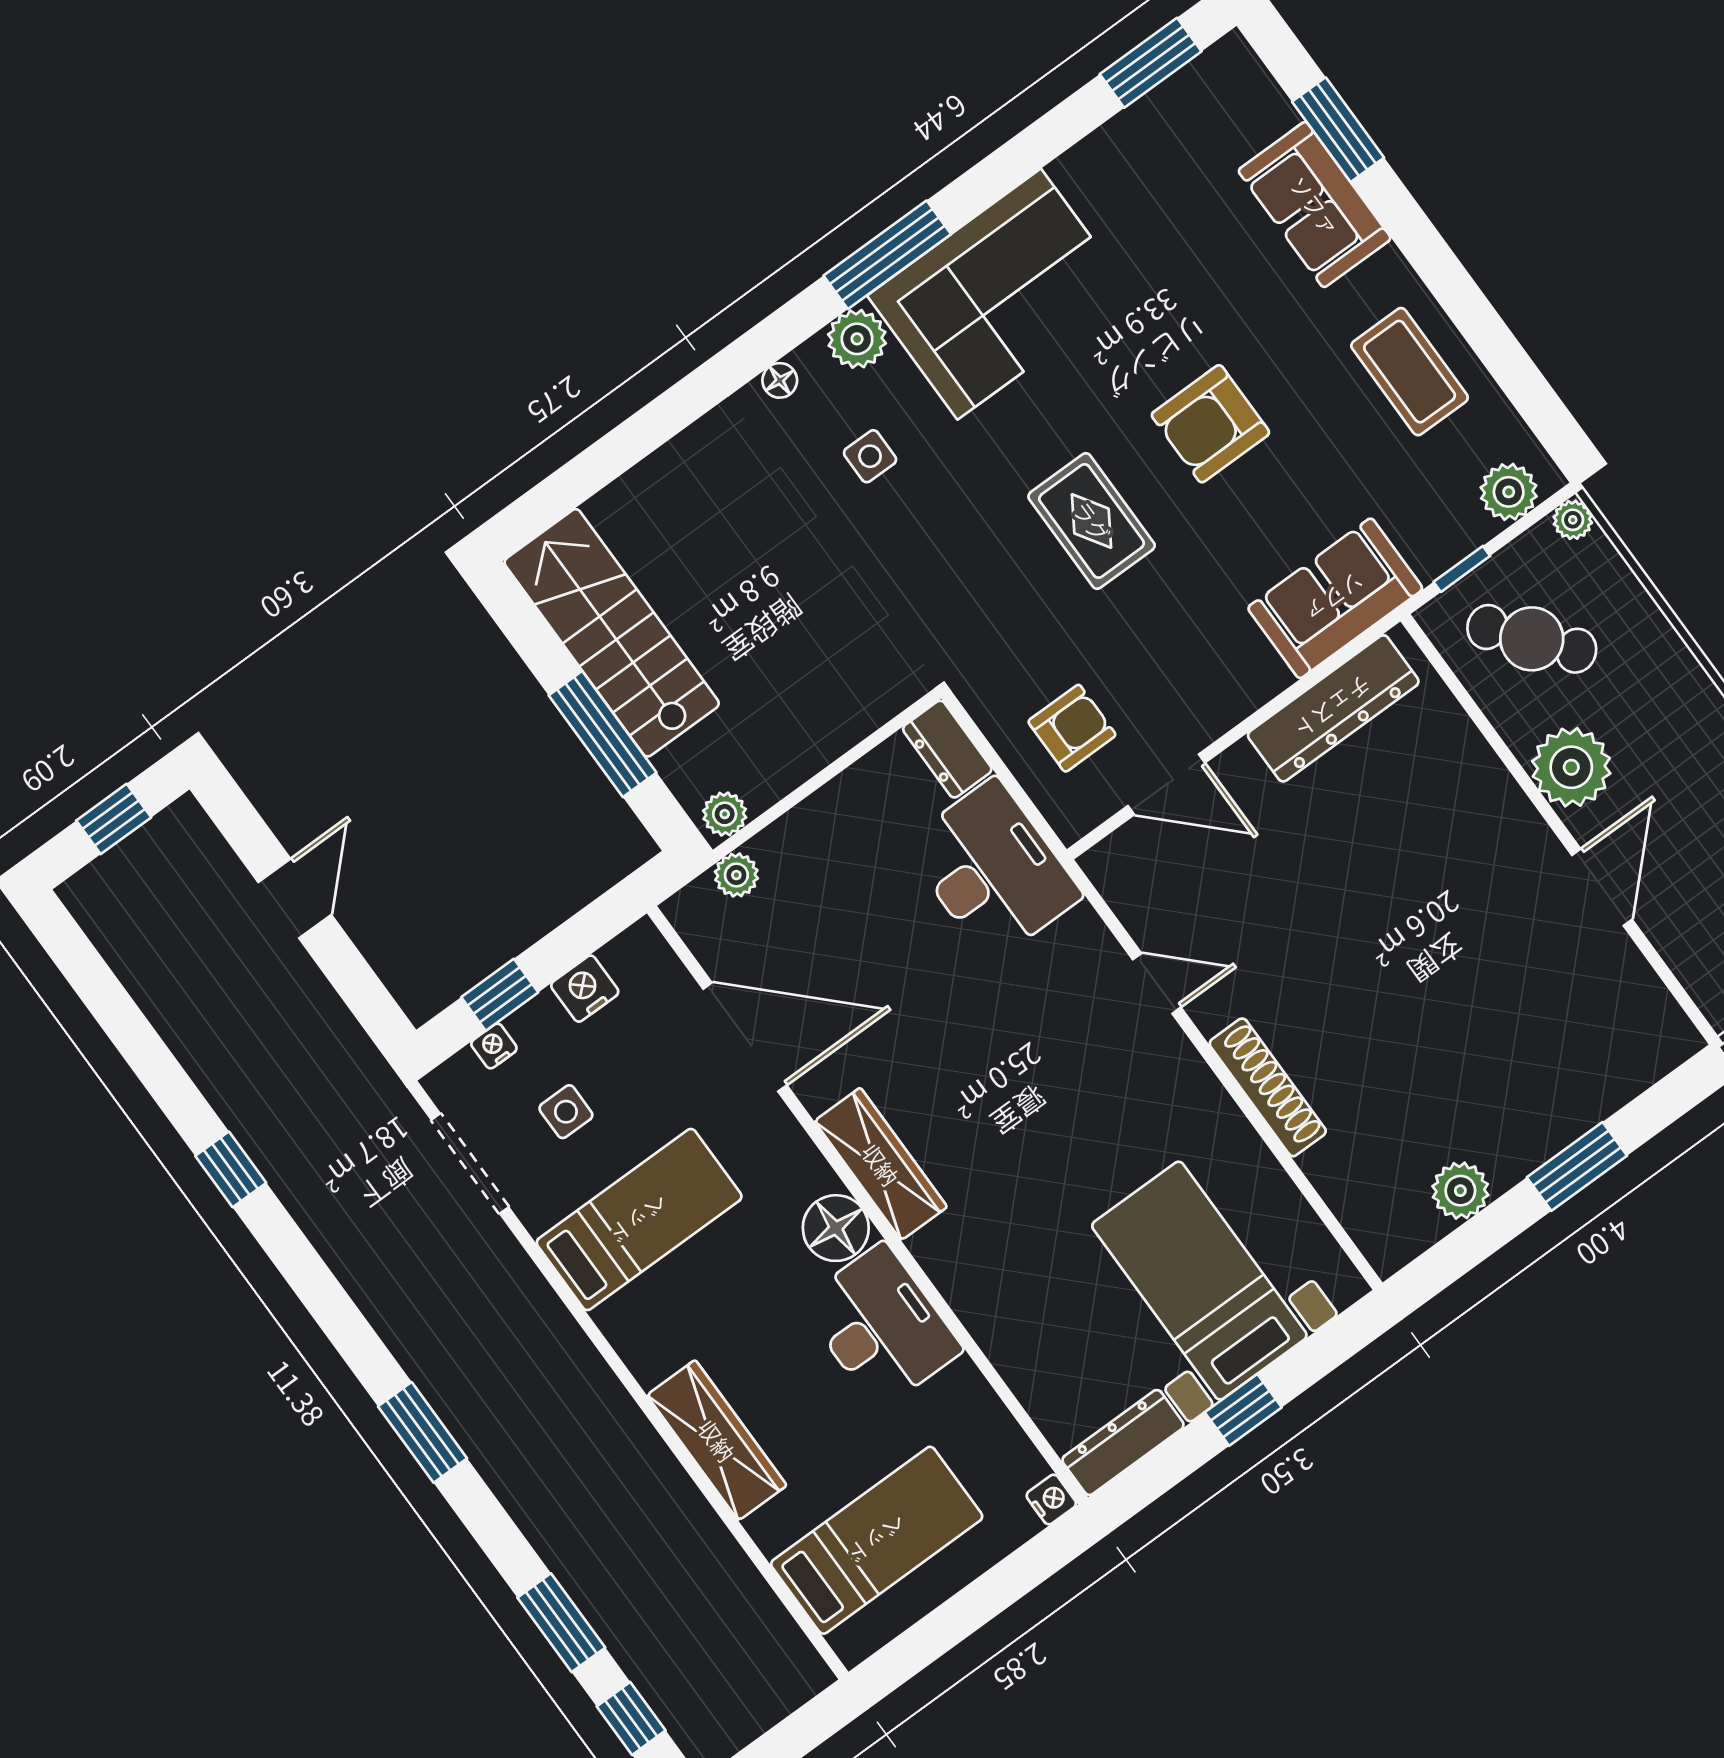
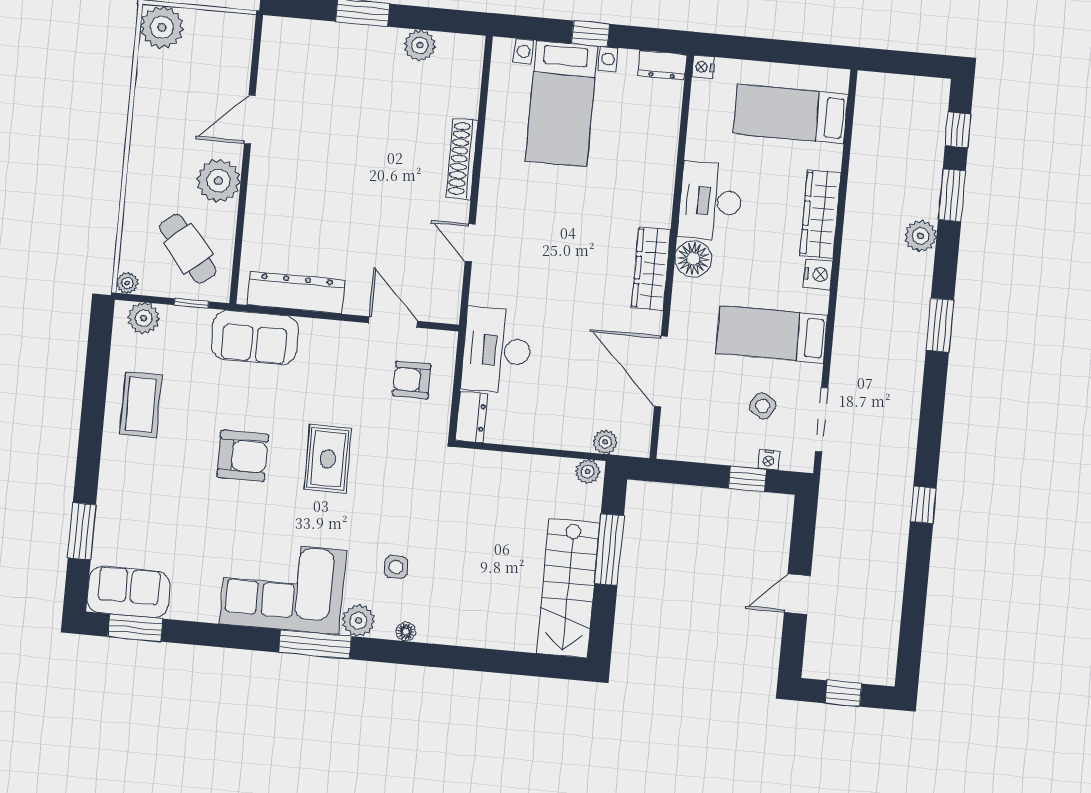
sofa: (1315, 205) -> (128, 592), moved, turned -90
nightstand: (585, 989) -> (818, 274), moved, turned -90
side table: (566, 1112) -> (763, 406), turned 32
dresser: (1123, 1442) -> (662, 65), width x0.70
plant: (555, 1530) -> (921, 236), added

